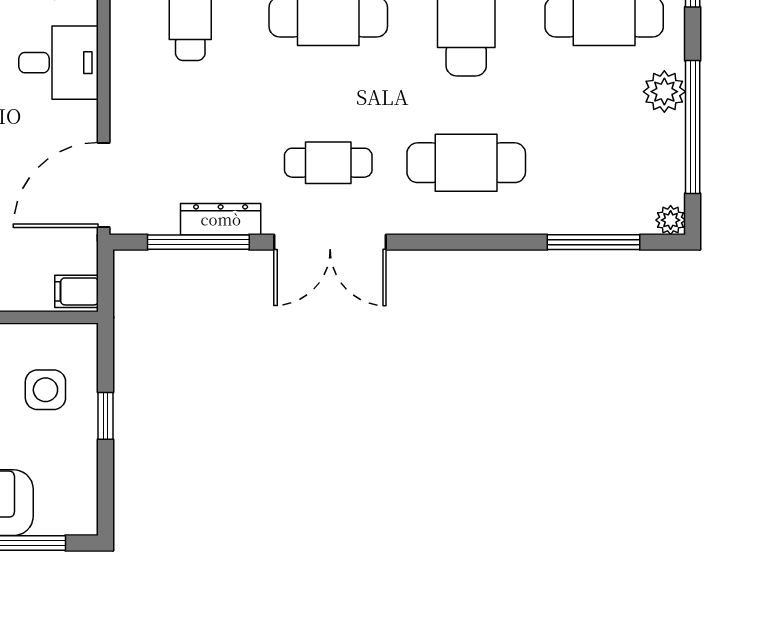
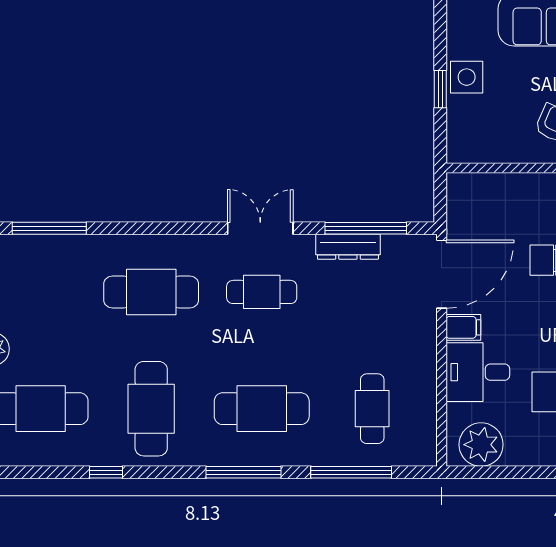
double door: (330, 242) -> (260, 228), width x0.73
filing cabinet: (76, 291) -> (463, 327), moved
side table: (45, 390) -> (467, 77), moved

